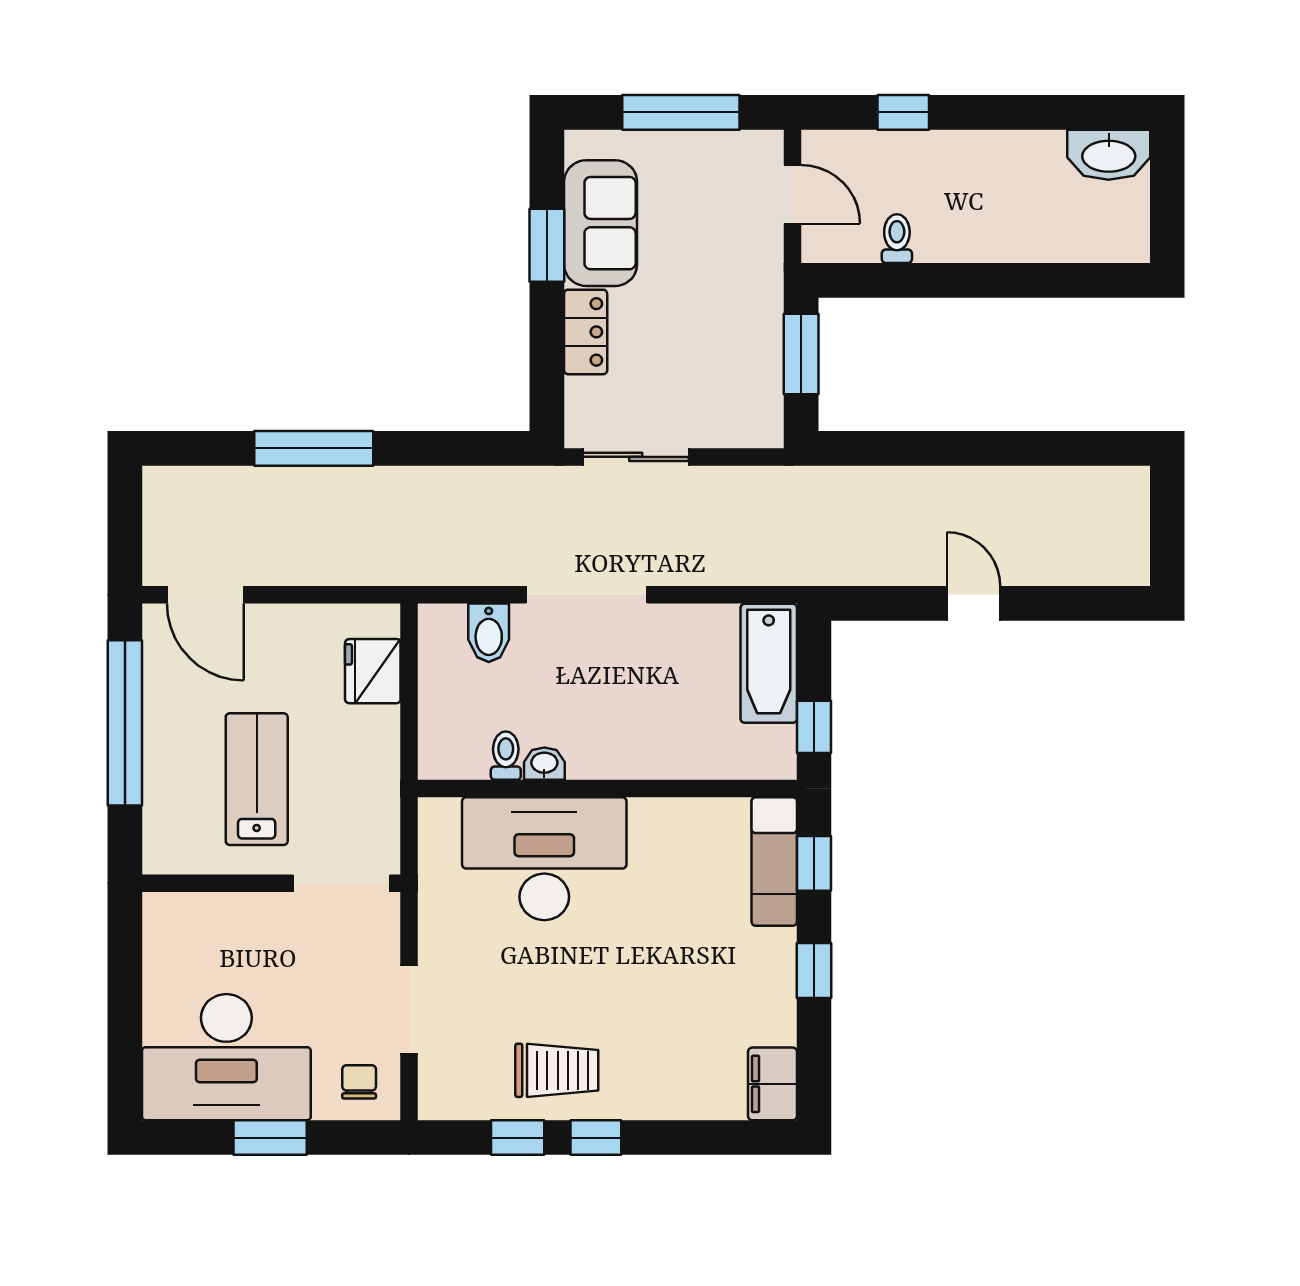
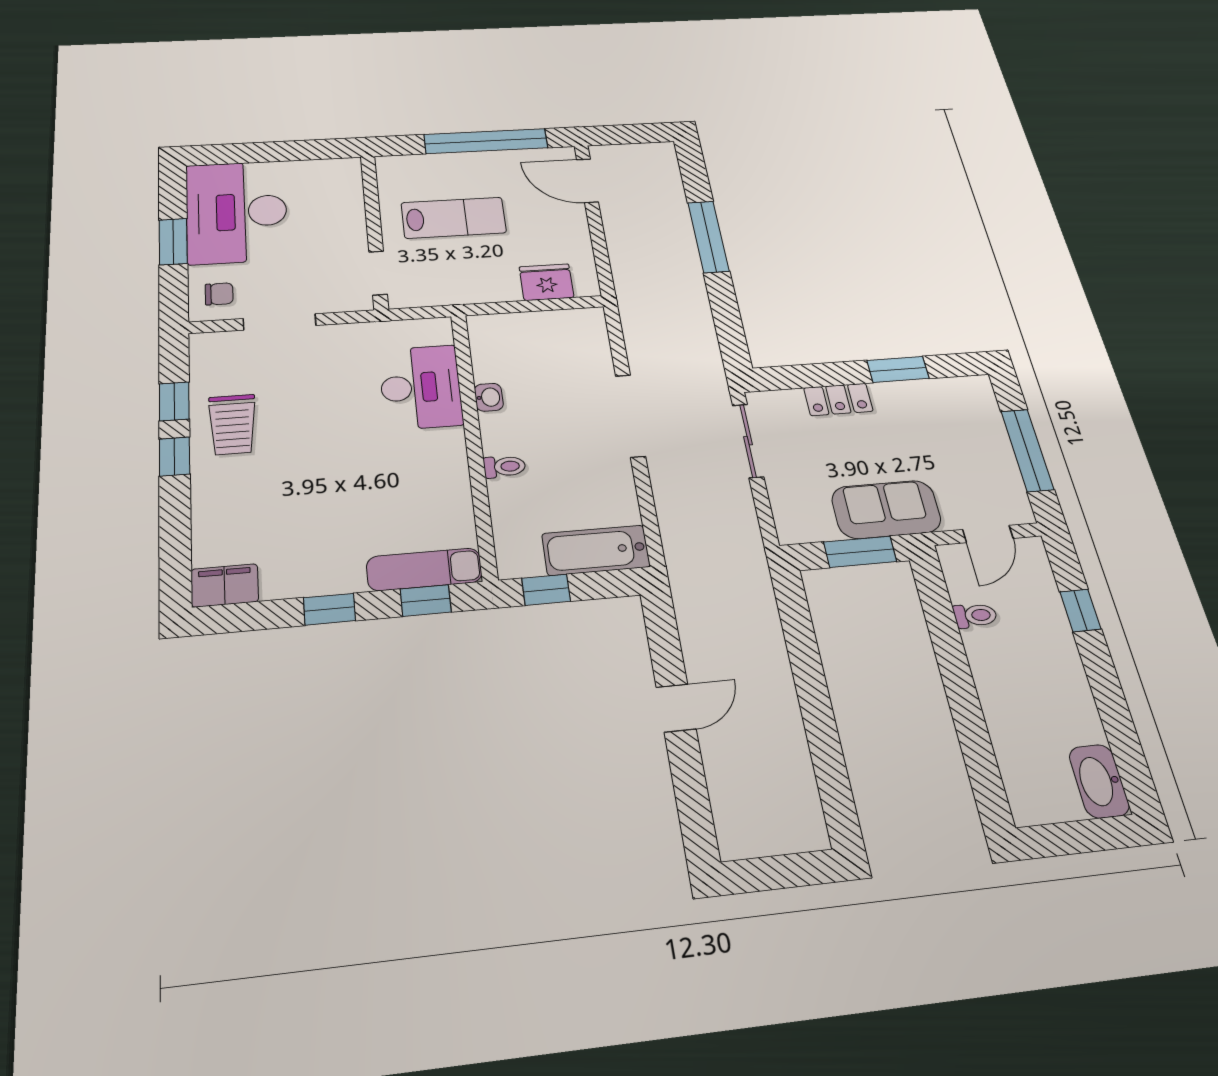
sofa: (601, 223) -> (886, 509), moved, turned 180
door: (205, 595) -> (587, 181), hinge flipped
bidet: (489, 633) -> (589, 353), removed
toilet: (506, 756) -> (504, 467), moved
desk: (544, 859) -> (421, 387), width x0.73, depth x0.77
doorway: (341, 883) -> (378, 273), width x0.73

